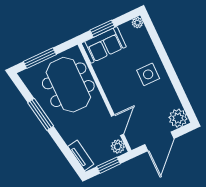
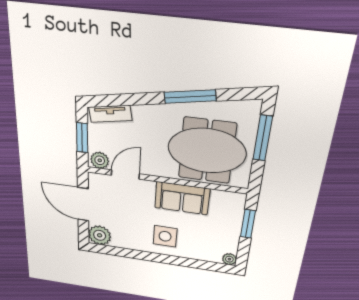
sofa: (104, 45) -> (182, 198), moved, turned -90
door: (117, 125) -> (125, 175), swing flipped

